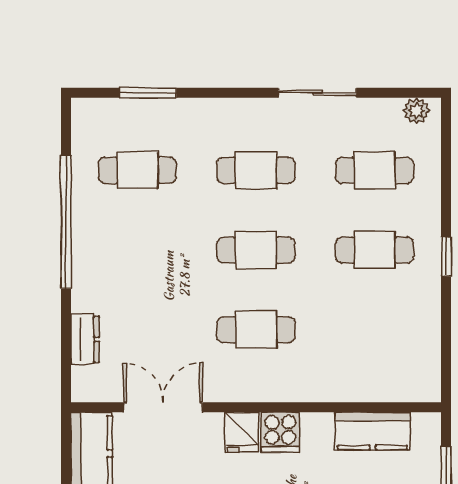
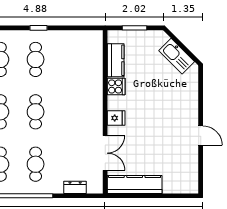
cafe table: (256, 330) -> (36, 164), moved
double door: (163, 407) -> (105, 153), swing flipped
cooker: (280, 432) -> (116, 86), moved

